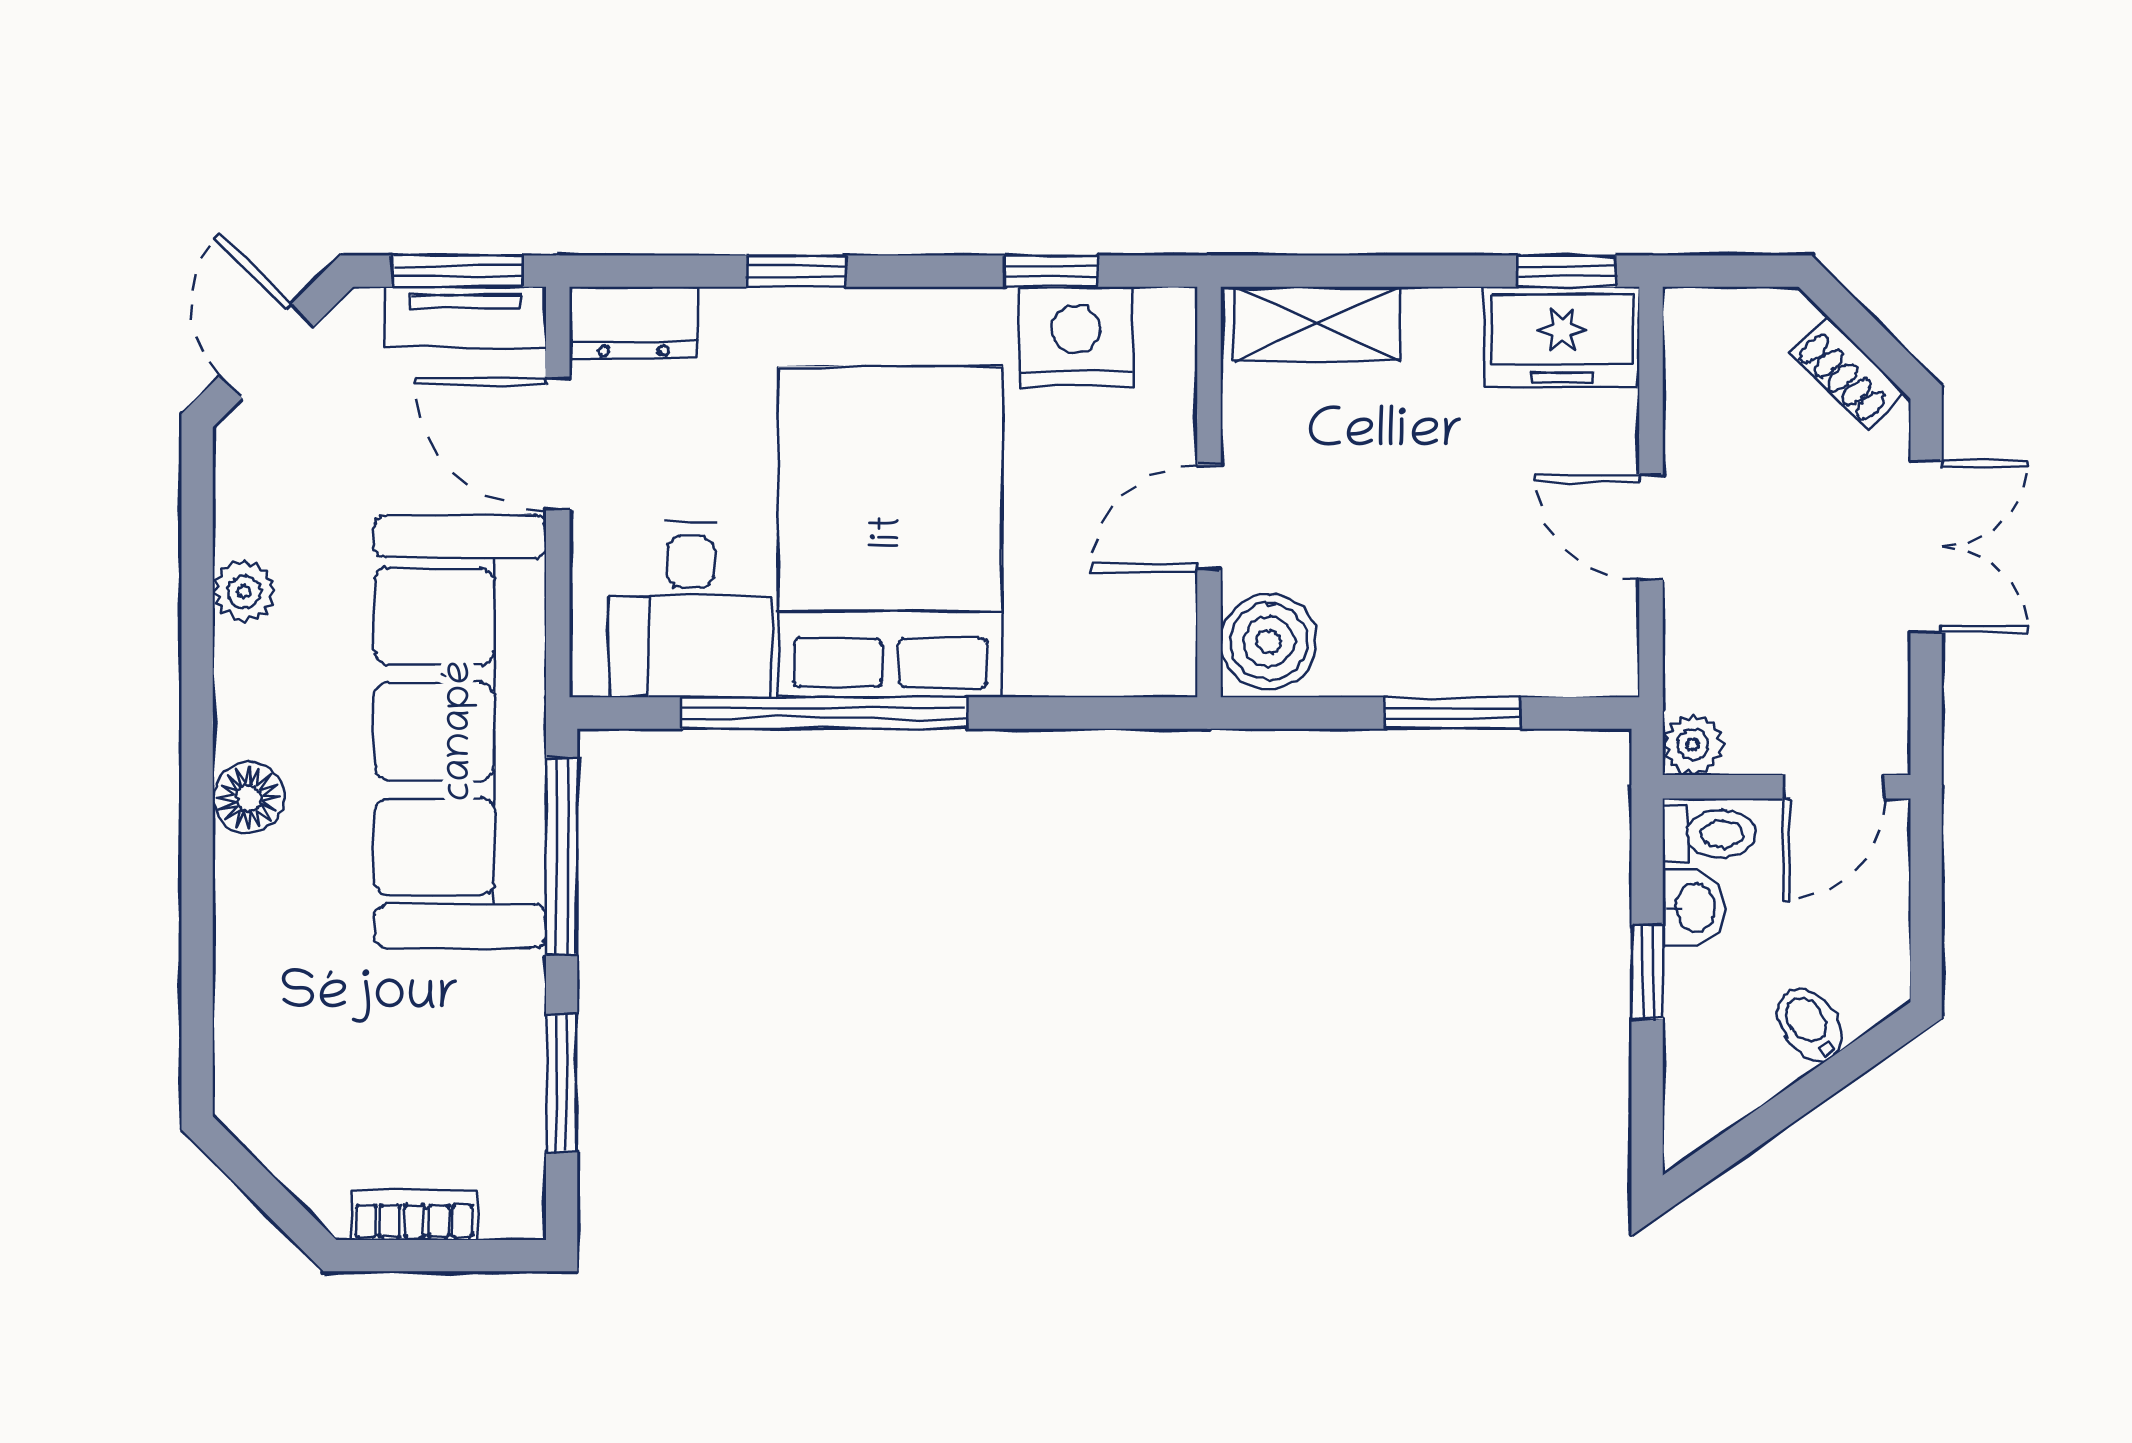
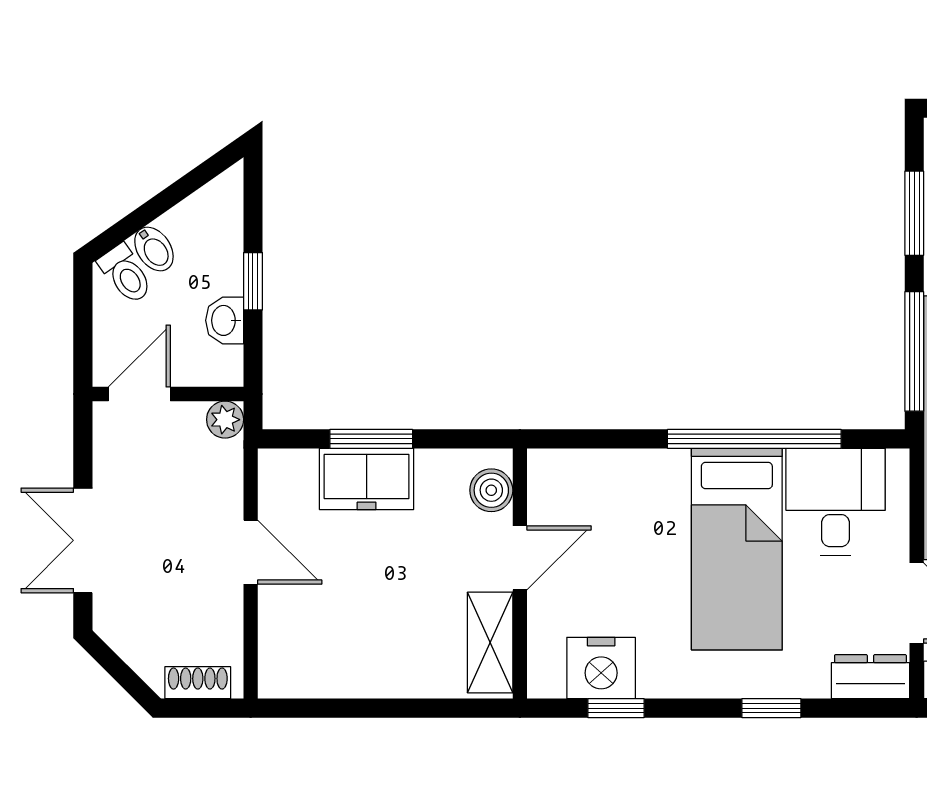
window: (1567, 271) -> (302, 708), removed
shelving: (1318, 324) -> (490, 642), moved, turned 90
freezer: (1562, 337) -> (367, 479), moved, turned 180
shoe rack: (1847, 373) -> (198, 683), moved, turned -45
bed: (890, 532) -> (737, 549), width x0.67
boiler: (1269, 642) -> (491, 490), width x0.73, depth x0.73
toilet: (1709, 834) -> (126, 274), moved, turned -125

